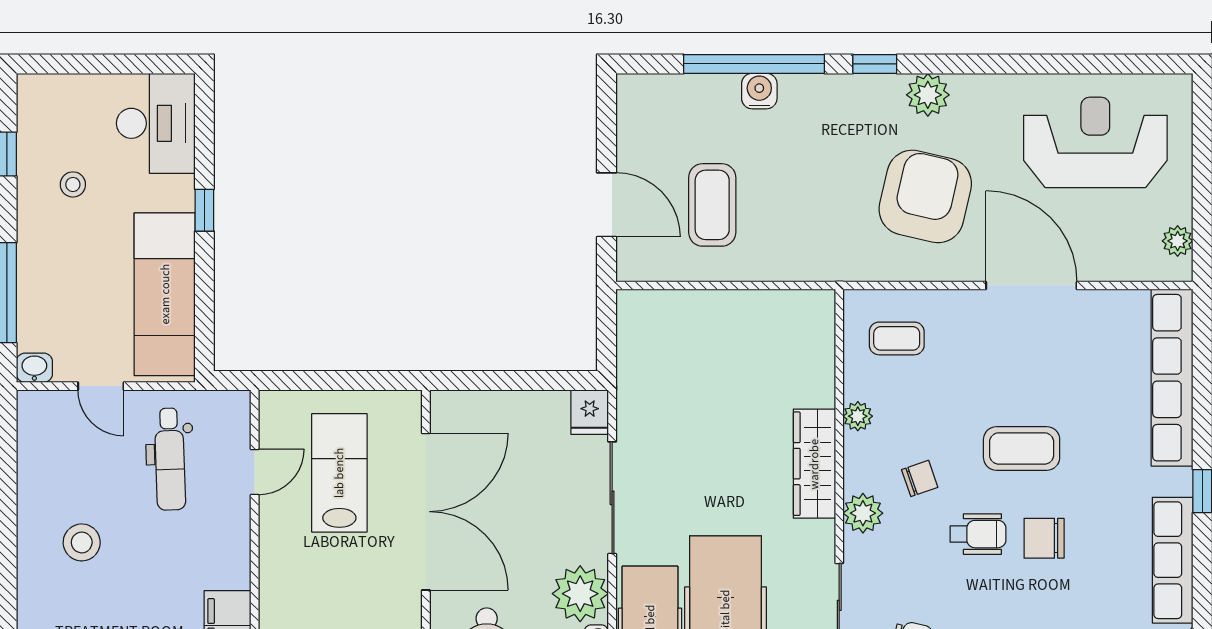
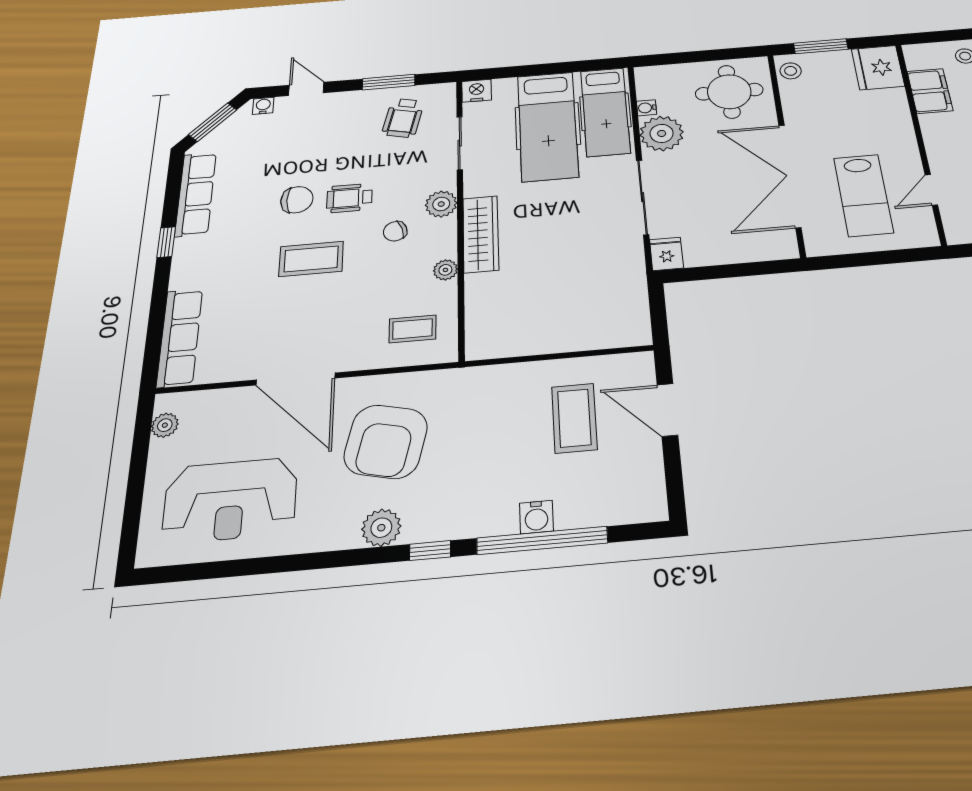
row of seats: (1172, 378) -> (180, 338), width x0.73

